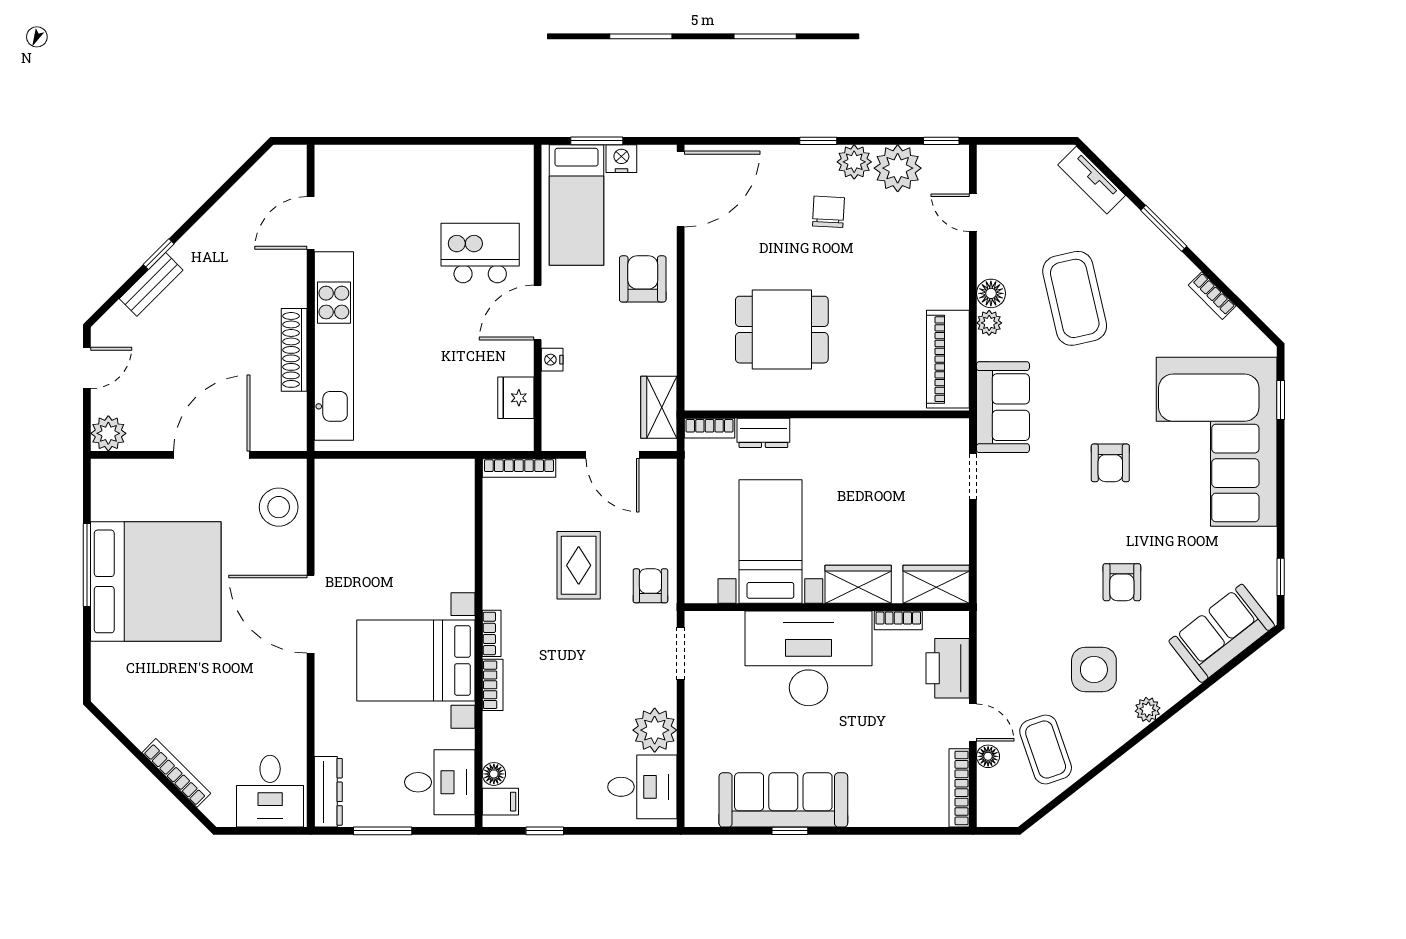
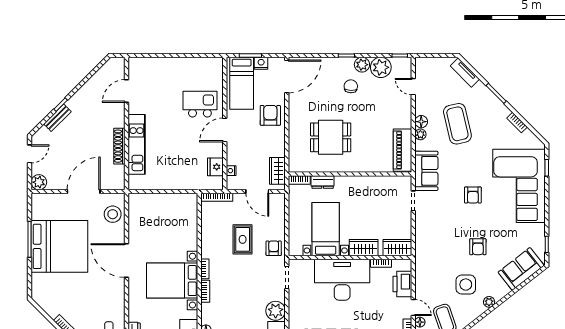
kitchen unit: (334, 346) -> (137, 144), width x0.73
nightstand: (552, 360) -> (231, 171), moved

